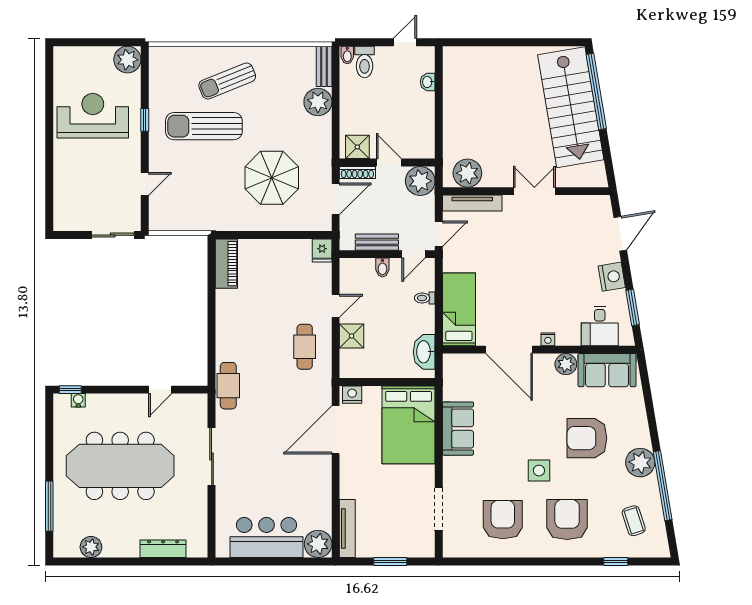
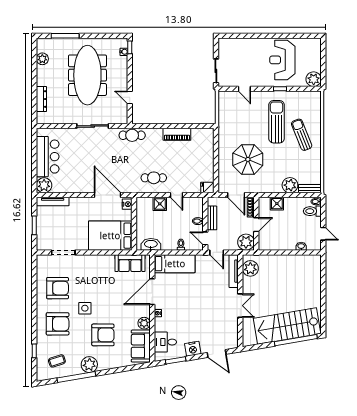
reception desk: (93, 116) -> (282, 60), turned 180
shower: (357, 147) -> (277, 204), moved
piano: (226, 264) -> (177, 134), moved
sofa: (458, 429) -> (130, 263), moved
armchair: (587, 438) -> (103, 335), turned 90

